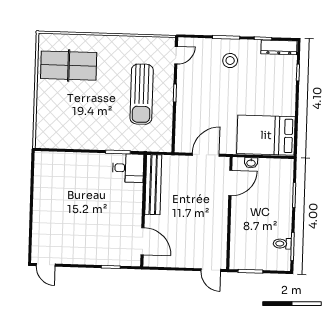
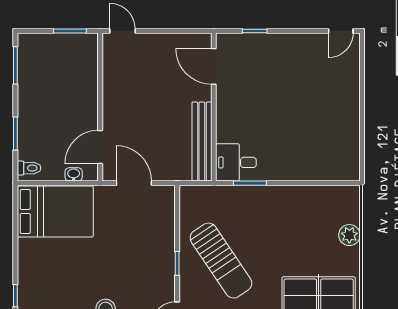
sun lounger: (142, 94) -> (221, 261), turned 146
plant: (44, 110) -> (349, 235), added
door: (206, 155) -> (134, 183), swing flipped
toilet: (282, 244) -> (29, 168), moved
door: (46, 265) -> (341, 31), swing flipped

